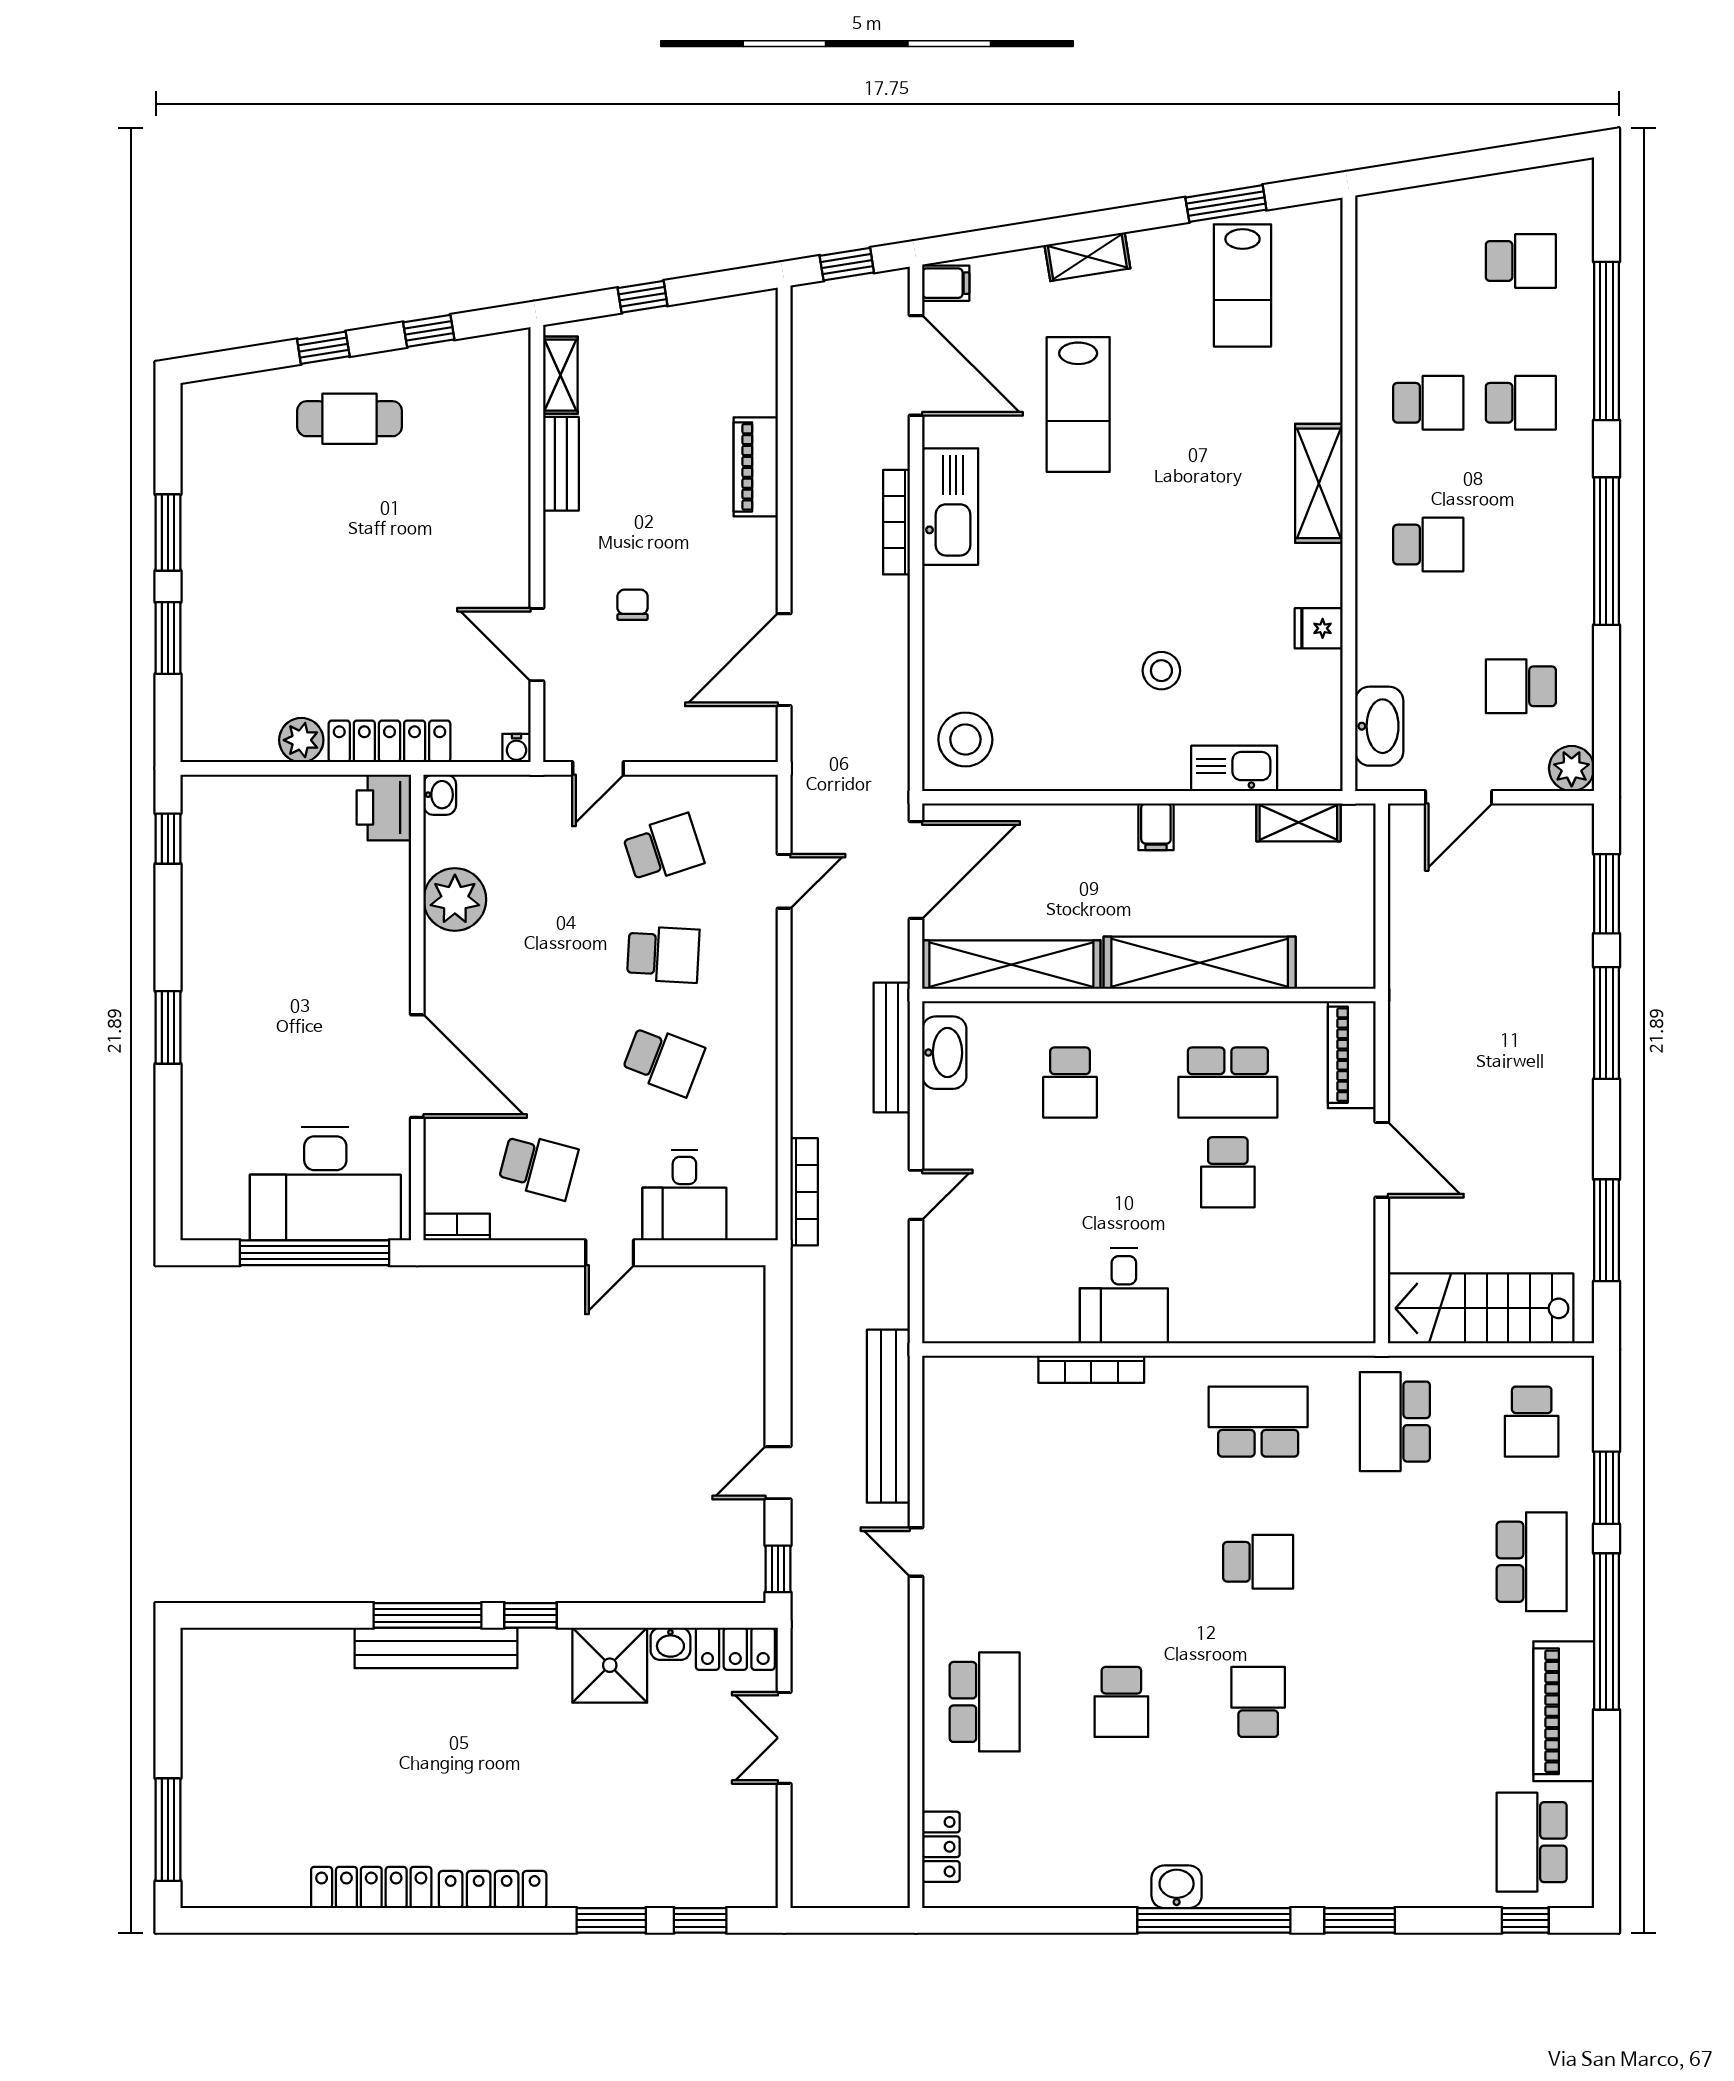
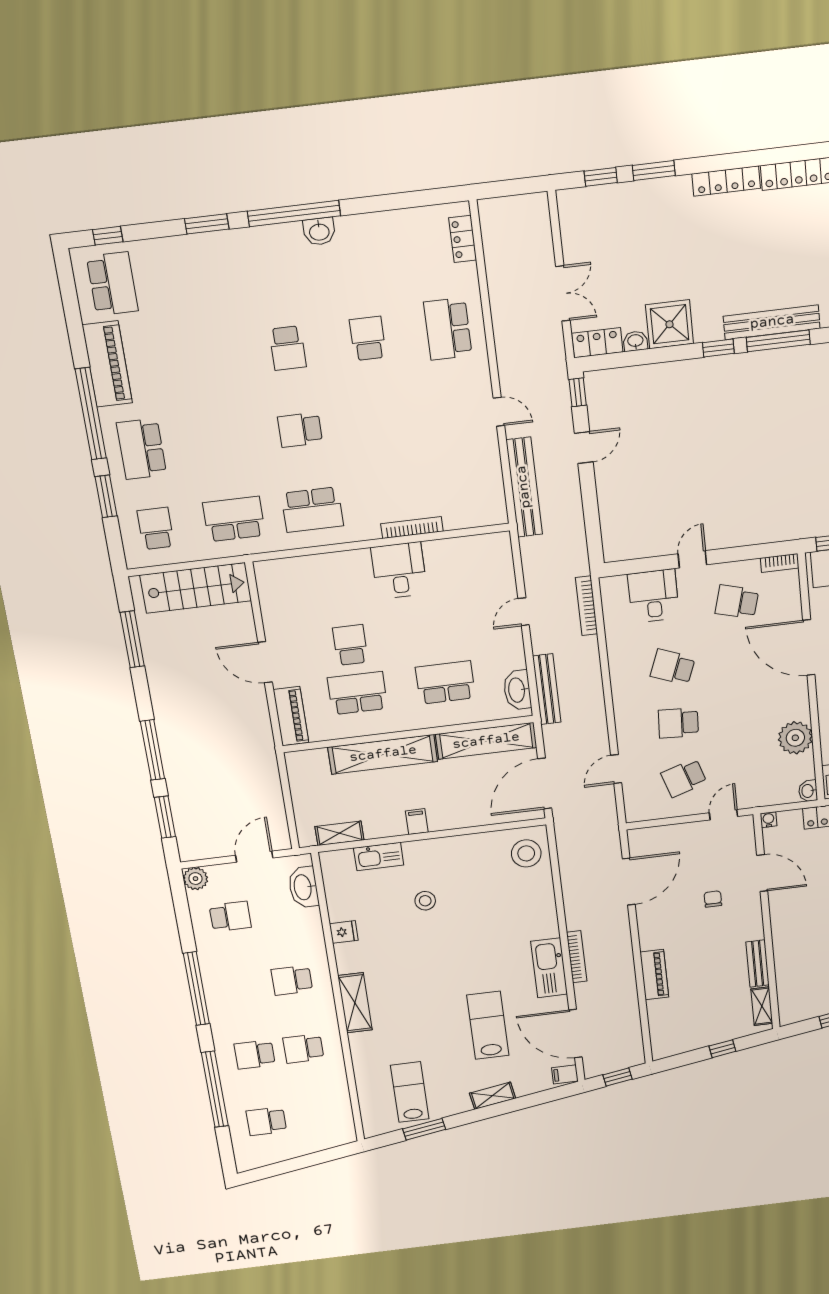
chair: (633, 605) -> (713, 899), turned 180
school desk: (1070, 1083) -> (445, 682), width x1.85
school desk: (1395, 1422) -> (234, 519), turned -90

